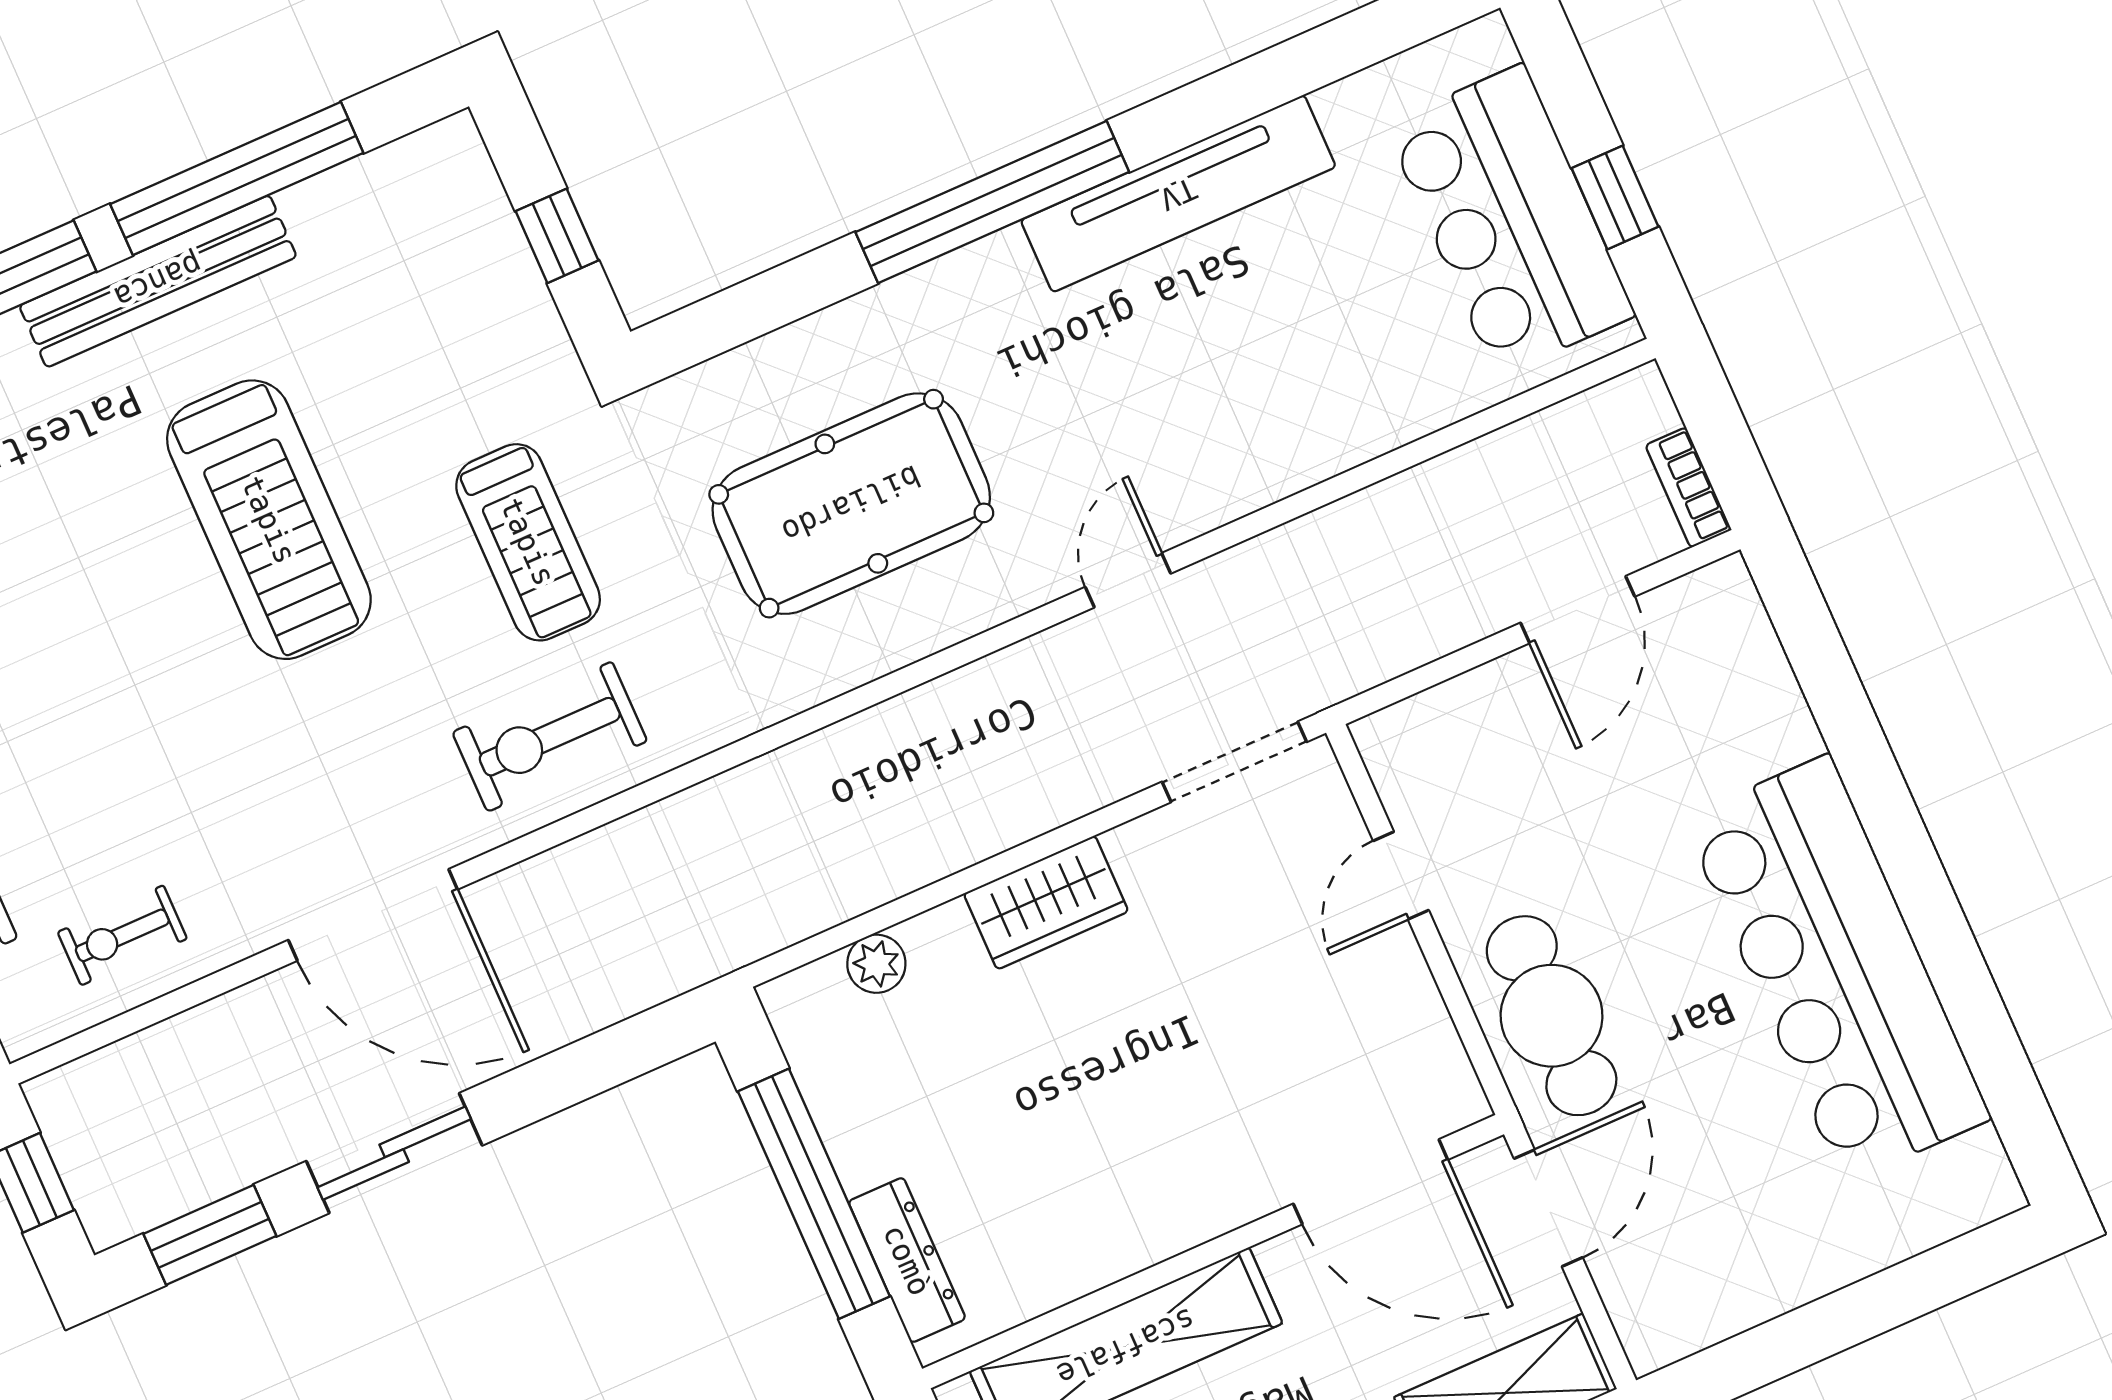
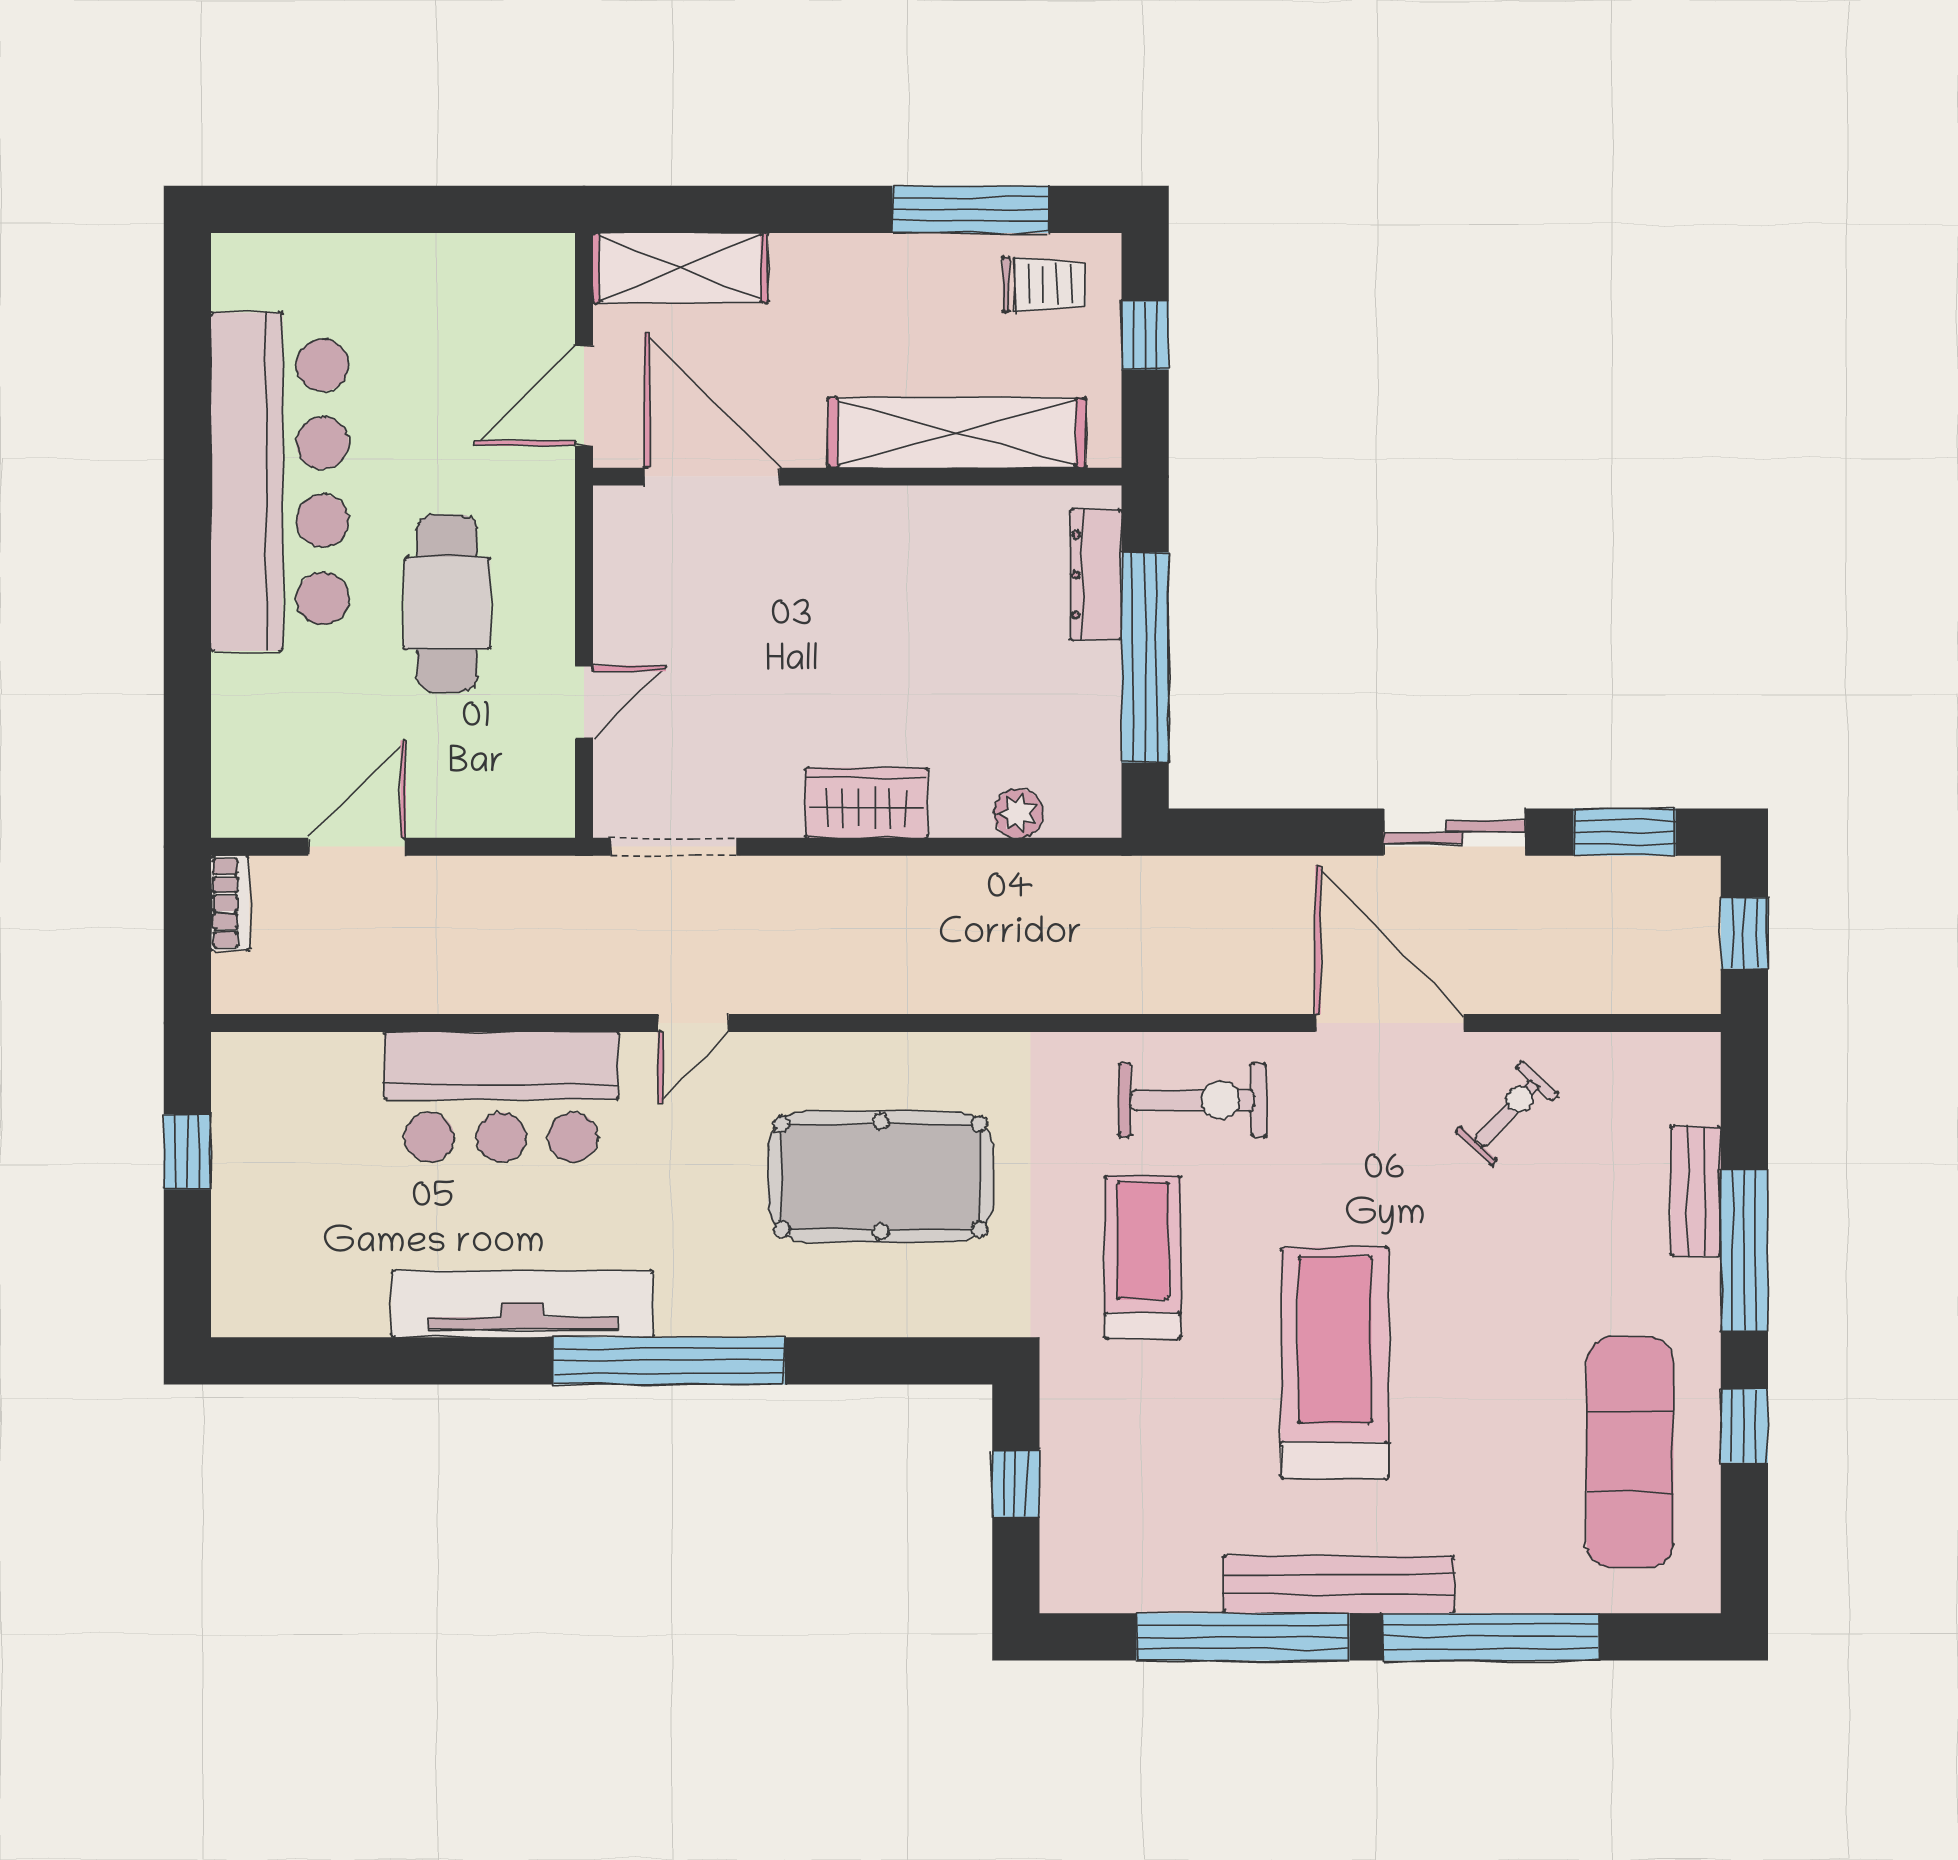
bar counter: (1510, 220) -> (501, 1097), moved, turned 90
exercise bike: (122, 935) -> (1507, 1113), moved, turned -47
cafe table: (1552, 1016) -> (447, 603), moved

